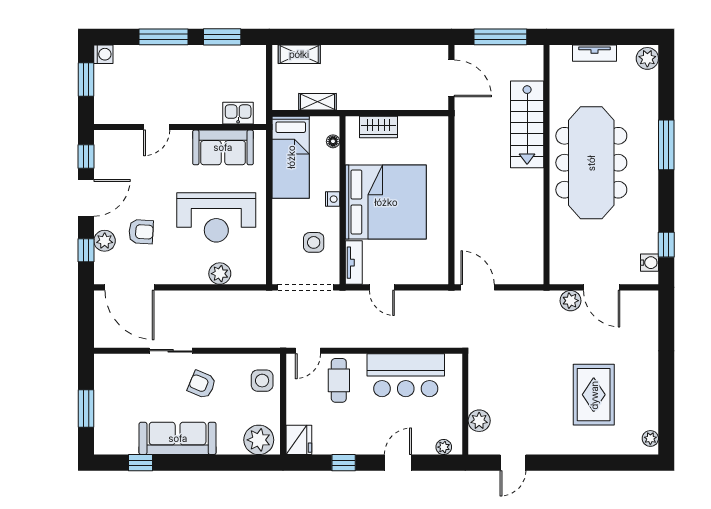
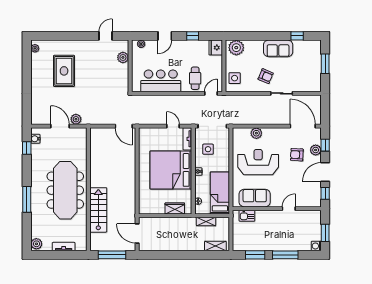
sofa: (178, 438) -> (278, 48), width x0.73

